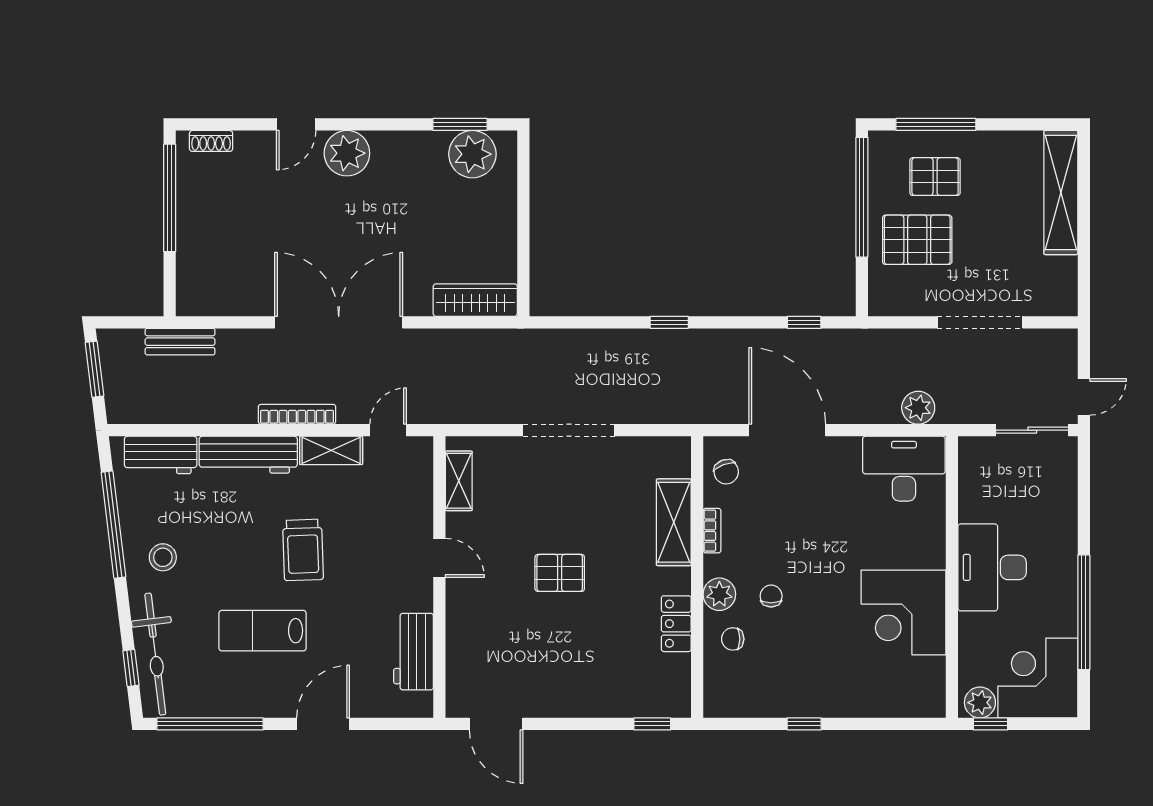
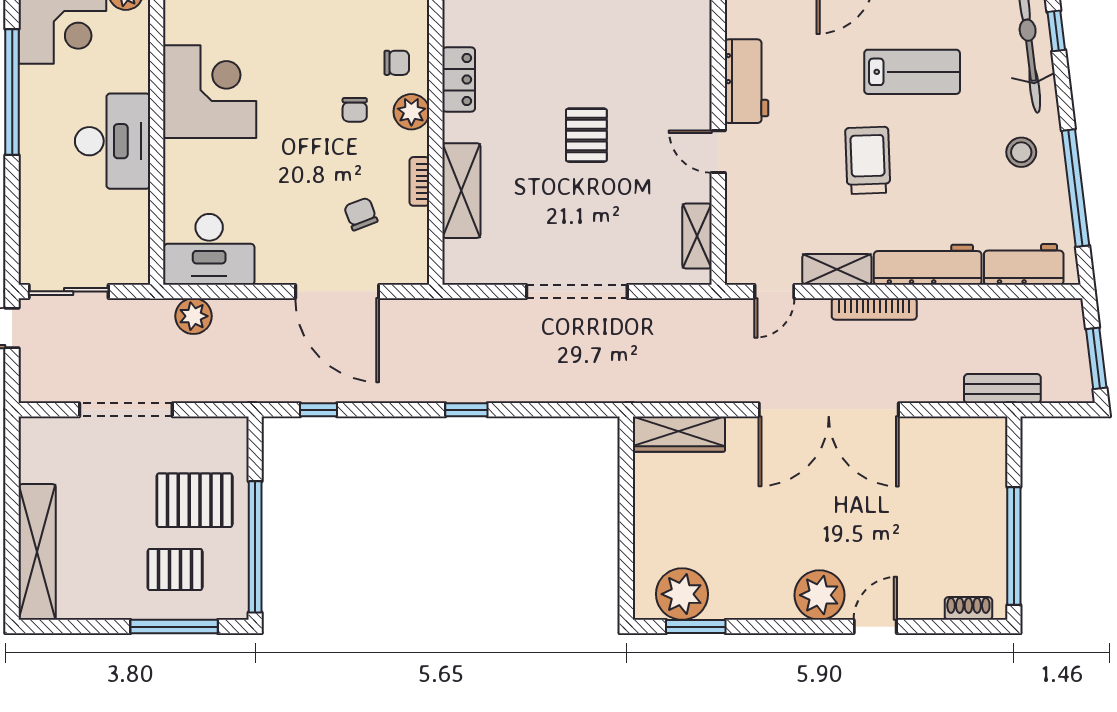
chair: (726, 472) -> (361, 214), moved
pallet: (560, 573) -> (586, 135), turned 90
workbench: (414, 652) -> (747, 81), moved

